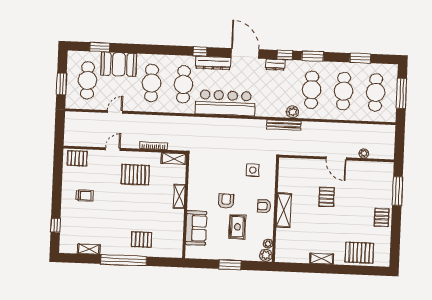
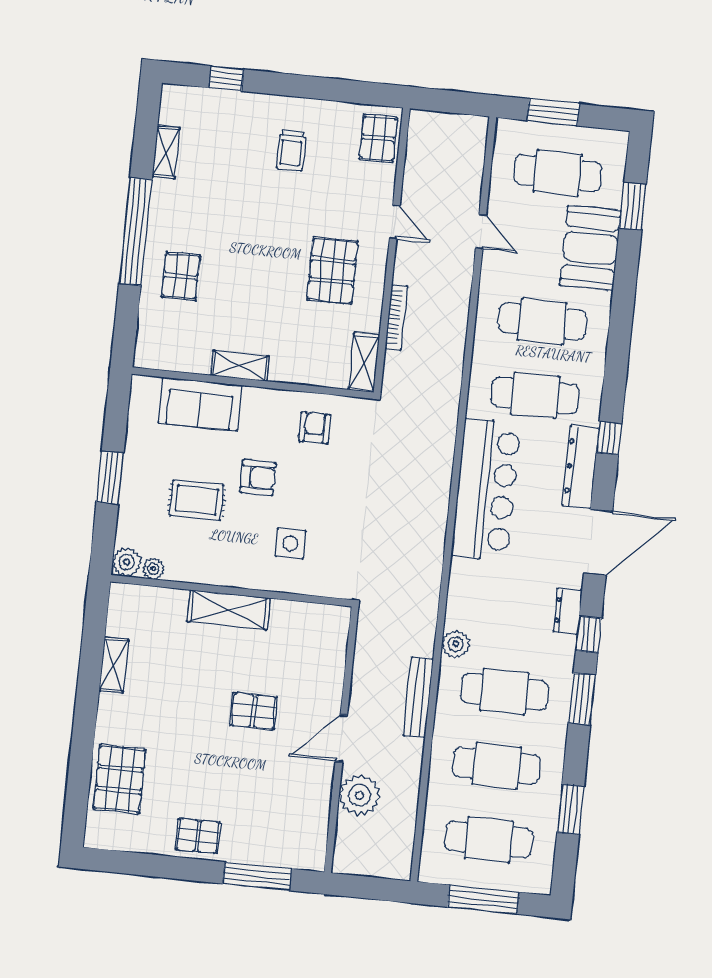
bench: (284, 125) -> (418, 697), moved
plant: (364, 153) -> (360, 795), width x1.87, depth x1.87
side table: (253, 170) -> (290, 544), moved
shelving: (179, 196) -> (240, 366), moved
armchair: (264, 206) -> (315, 428), moved
shelving: (322, 259) -> (114, 665), moved

